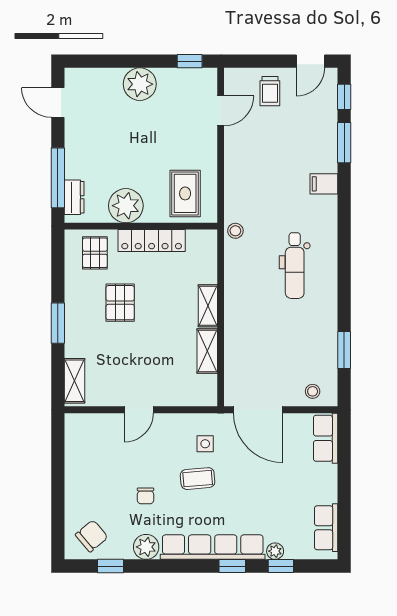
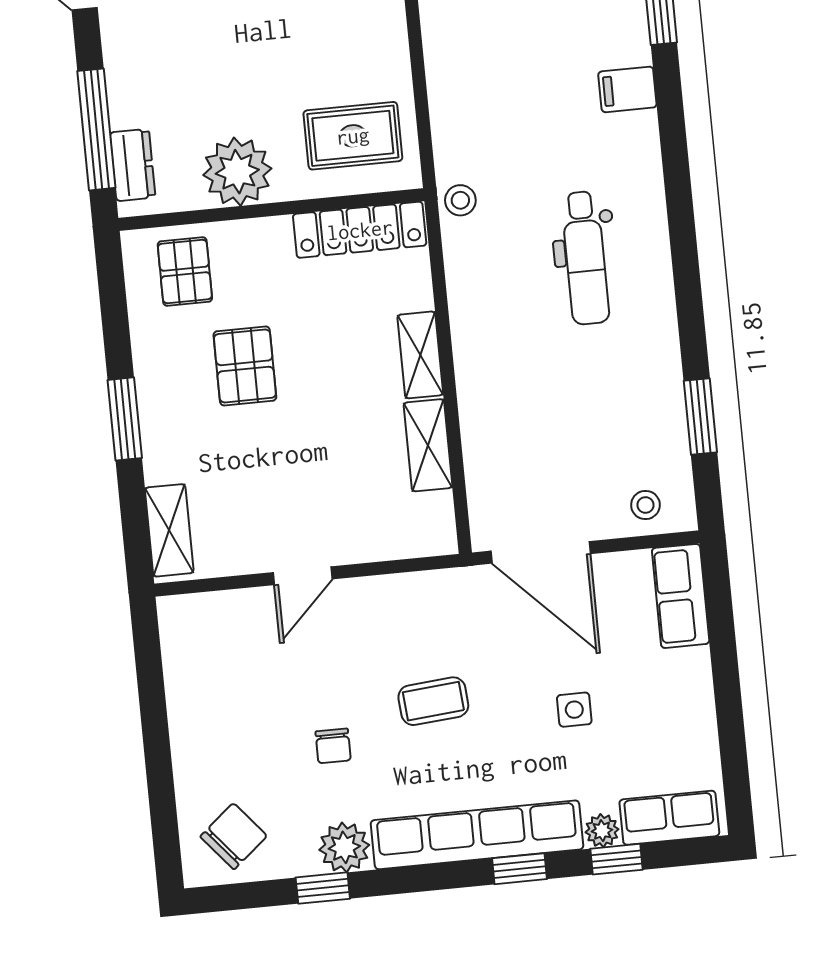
rug: (185, 193) -> (353, 136), turned 90
locker: (152, 241) -> (360, 230), moved
side table: (205, 444) -> (574, 710), moved
row of seats: (326, 528) -> (669, 818), moved, turned 90
window: (110, 566) -> (323, 888), moved

